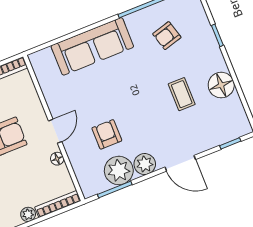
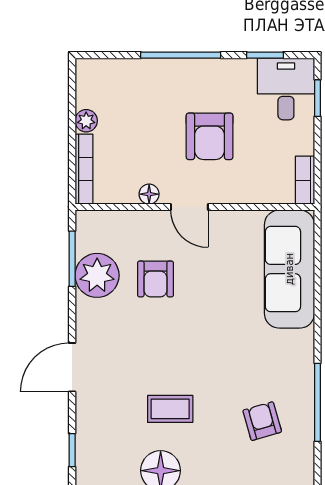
sofa: (92, 46) -> (289, 269), moved
armchair: (107, 134) -> (155, 279), turned 90
plant: (145, 164) -> (91, 316), removed

